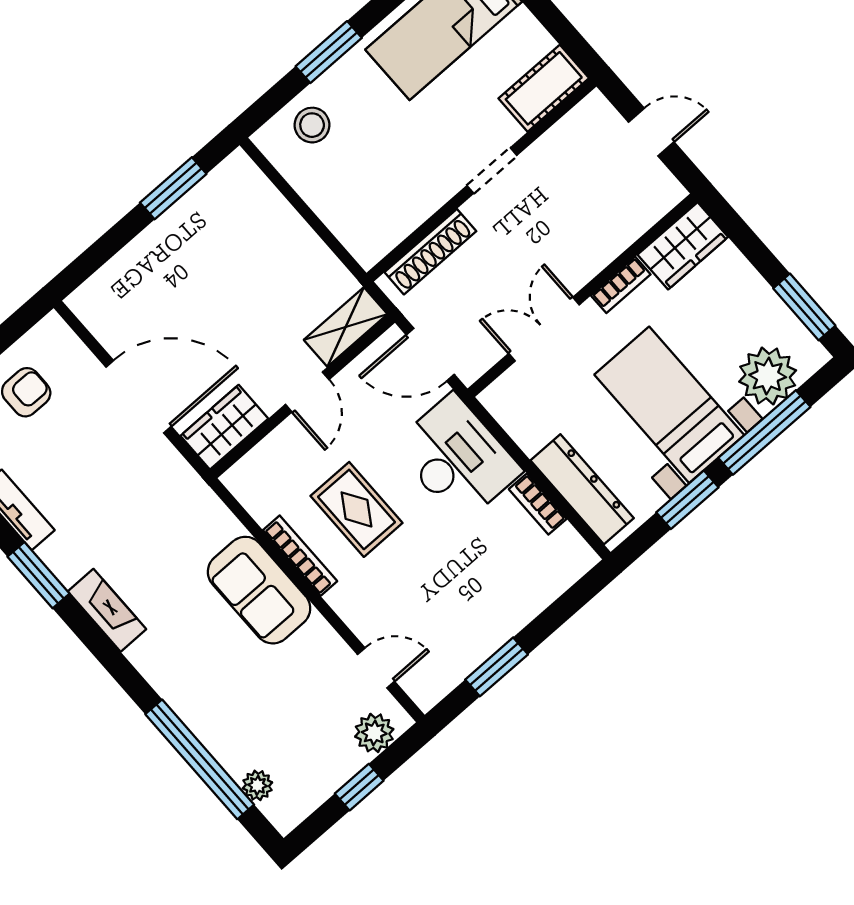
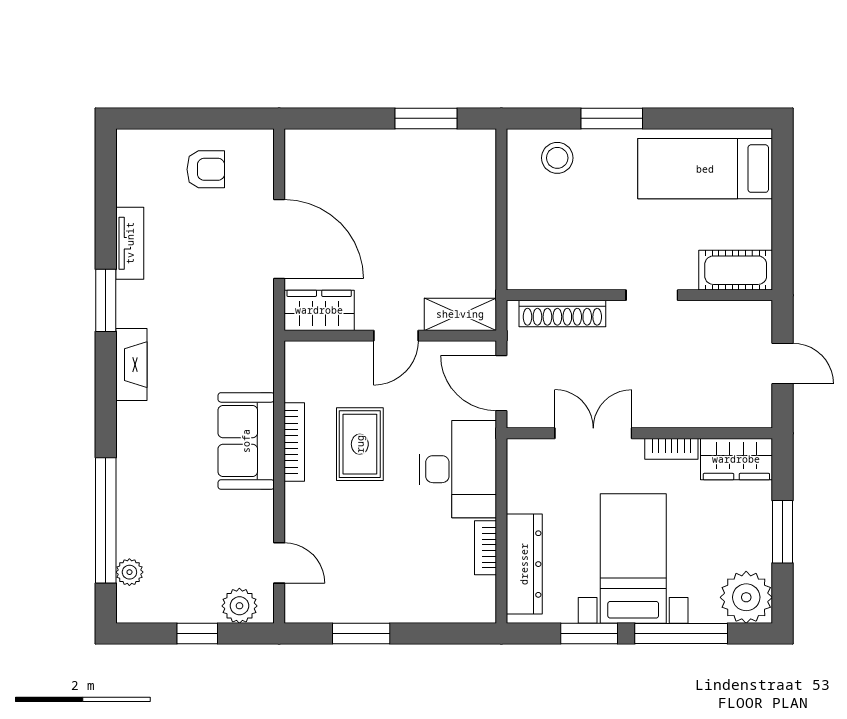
window: (804, 307) -> (782, 532), moved
plant: (768, 376) -> (746, 597), moved

